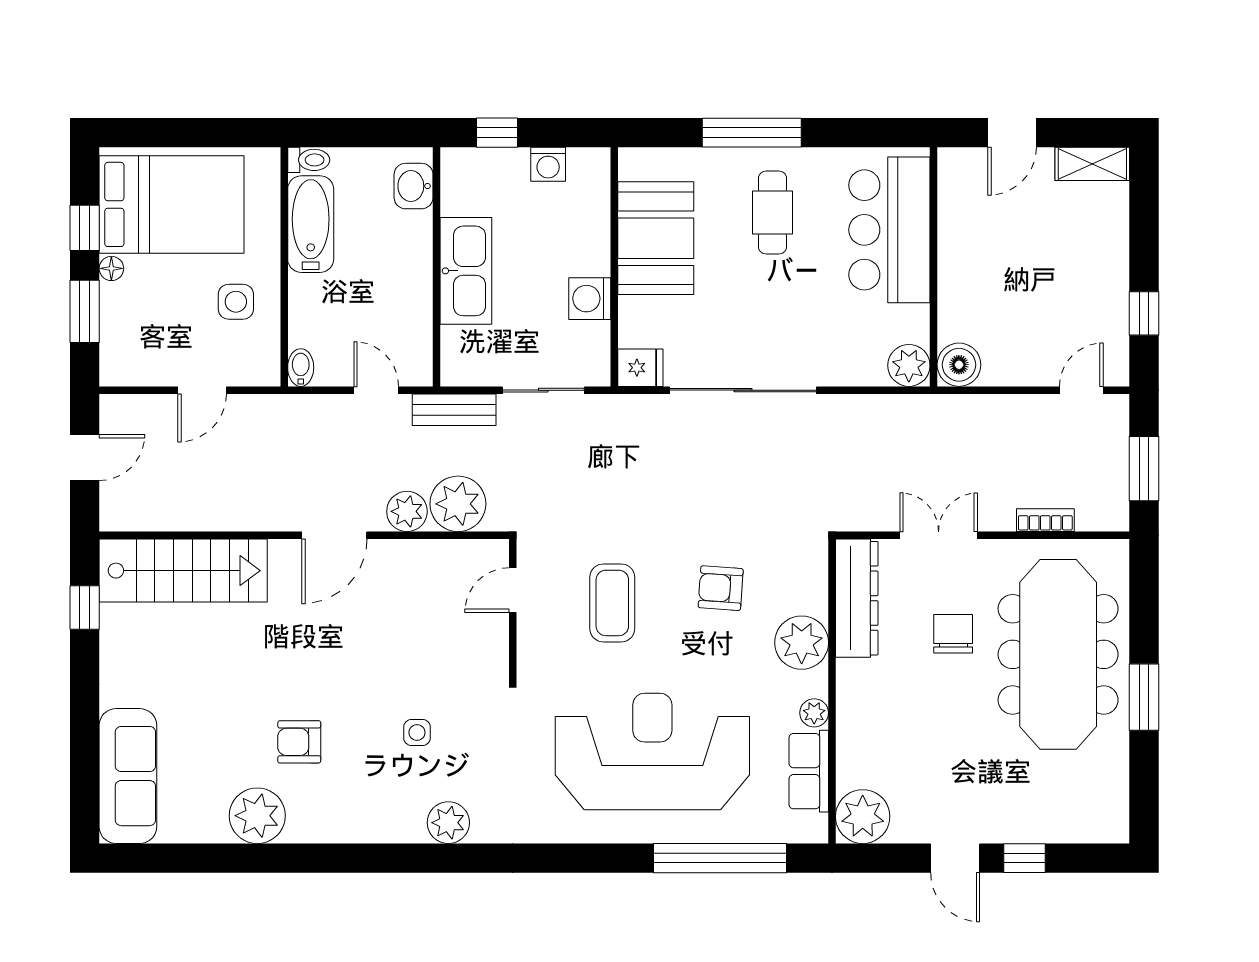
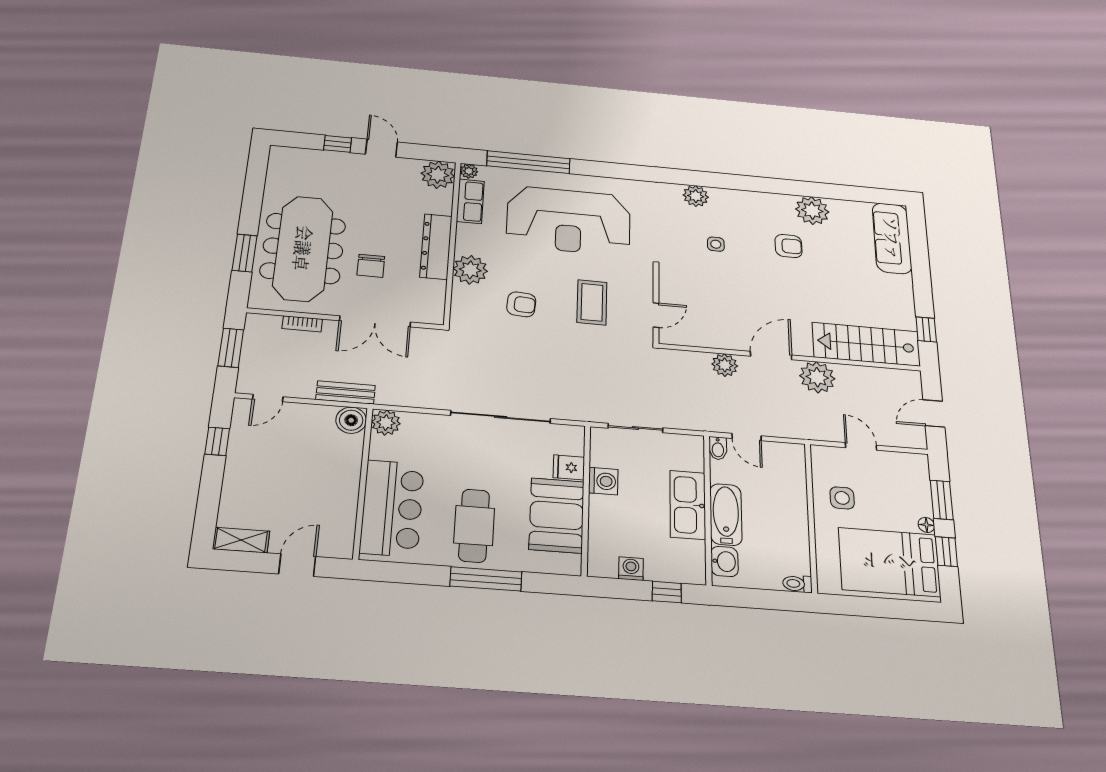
cafe table: (773, 213) -> (474, 526), width x1.37, depth x1.35
bathtub: (311, 224) -> (726, 514), moved, turned 180
bidet: (301, 368) -> (718, 448), moved
fridge: (640, 368) -> (569, 467), moved
door: (202, 390) -> (861, 446), hinge flipped
bench: (454, 410) -> (346, 392), moved
plant: (458, 504) -> (817, 377), moved
double door: (939, 535) -> (375, 321), width x1.37
dresser: (857, 598) -> (436, 247), moved
window: (1144, 697) -> (245, 253), moved
plant: (814, 713) -> (469, 171), moved

